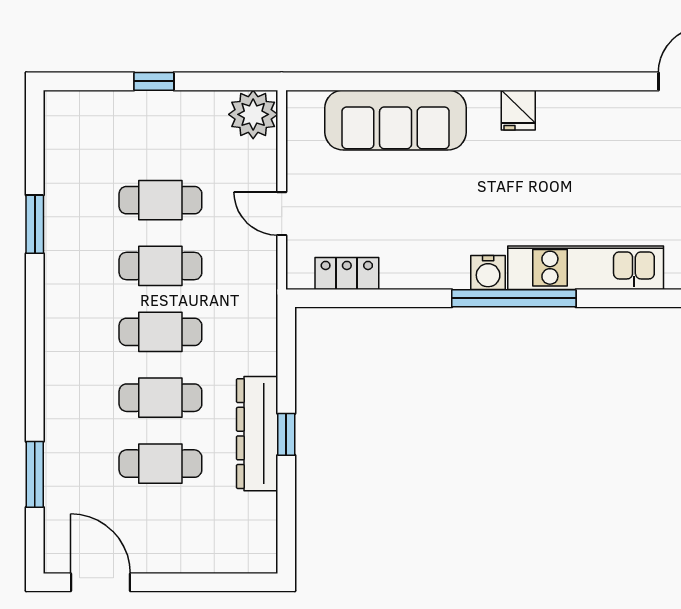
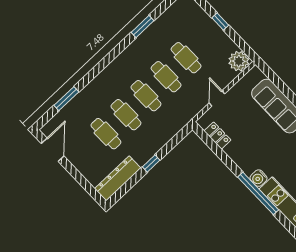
dresser: (257, 434) -> (118, 178), moved

